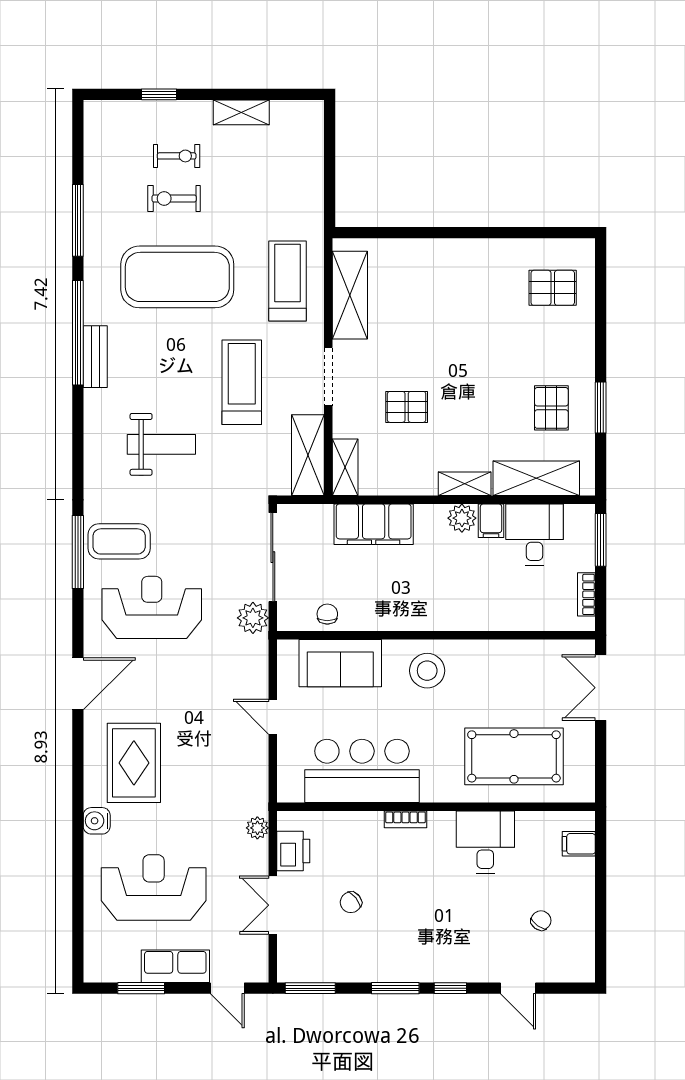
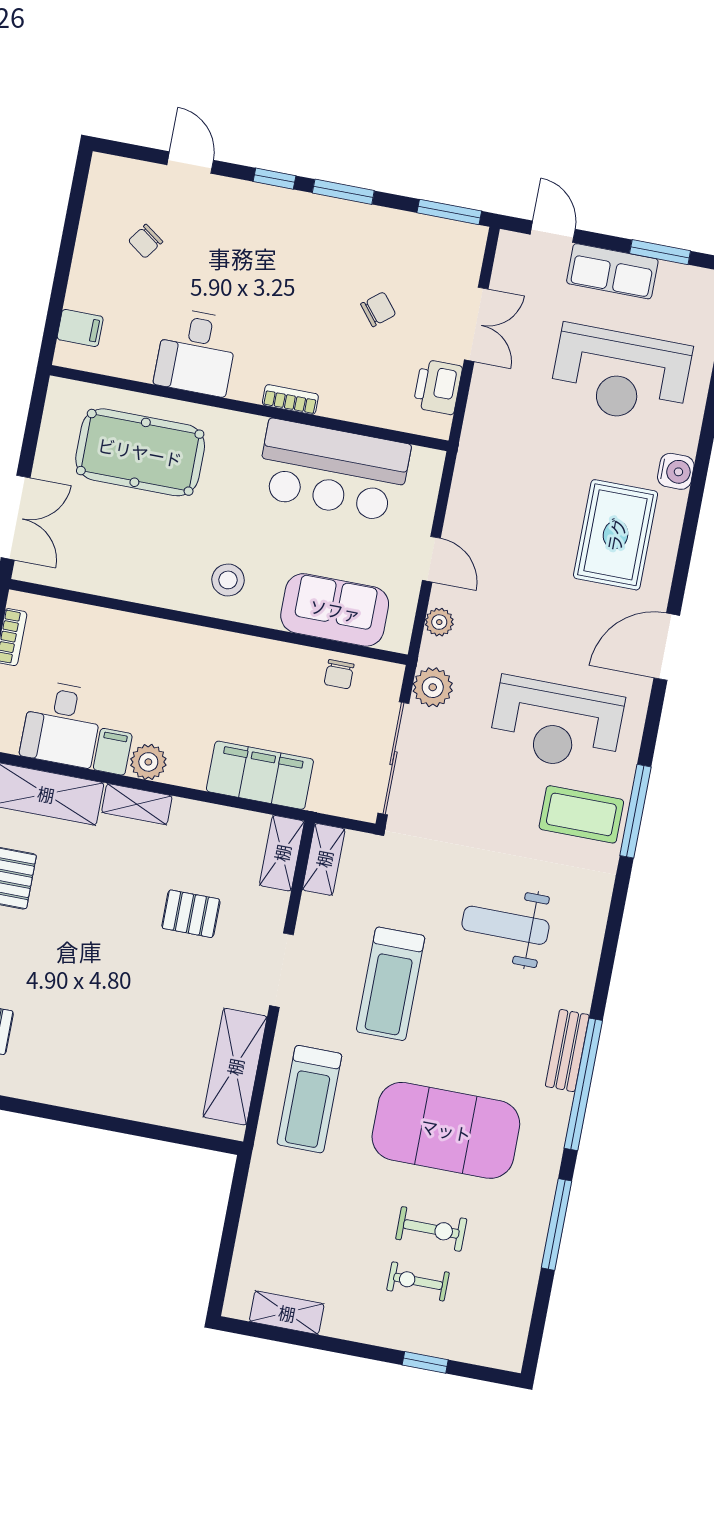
shelving: (241, 112) -> (287, 1313), moved
shelving: (308, 455) -> (324, 859), width x0.67, depth x0.75
stool: (427, 671) -> (228, 580), width x0.73, depth x0.73
plant: (257, 828) -> (439, 622), moved

